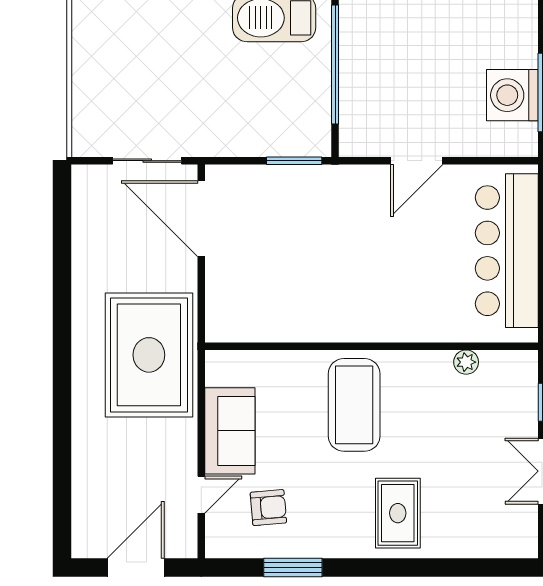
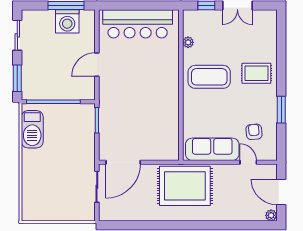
door: (417, 161) -> (97, 65), swing flipped
coffee table: (354, 405) -> (209, 77), moved
sofa: (230, 431) -> (212, 149), width x1.36
plant: (84, 545) -> (271, 215), added
window: (293, 568) -> (281, 110), moved

